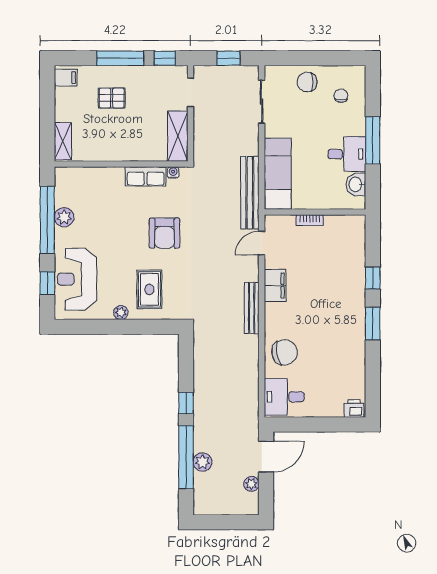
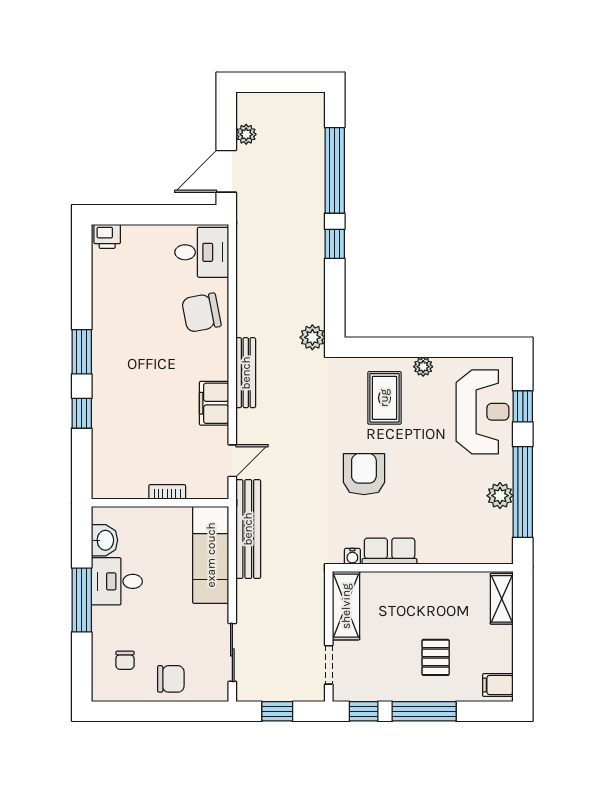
pallet: (112, 98) -> (436, 657), turned 90
plant: (202, 462) -> (312, 337), moved

